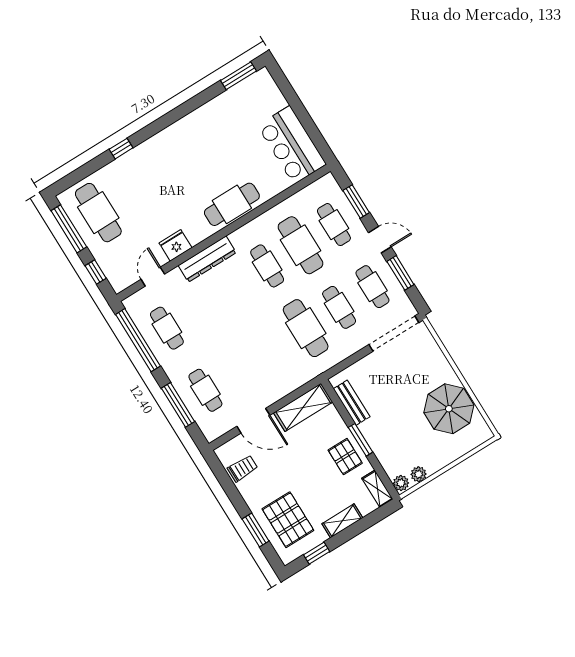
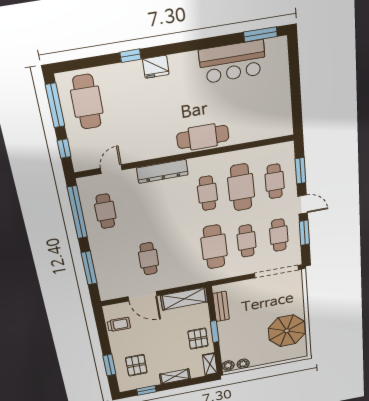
bar counter: (292, 145) -> (233, 62), moved, turned -90
fridge: (175, 245) -> (156, 67), moved, turned 180
cafe table: (205, 390) -> (149, 259), moved
pallet: (288, 520) -> (136, 365), width x0.67, depth x0.71

